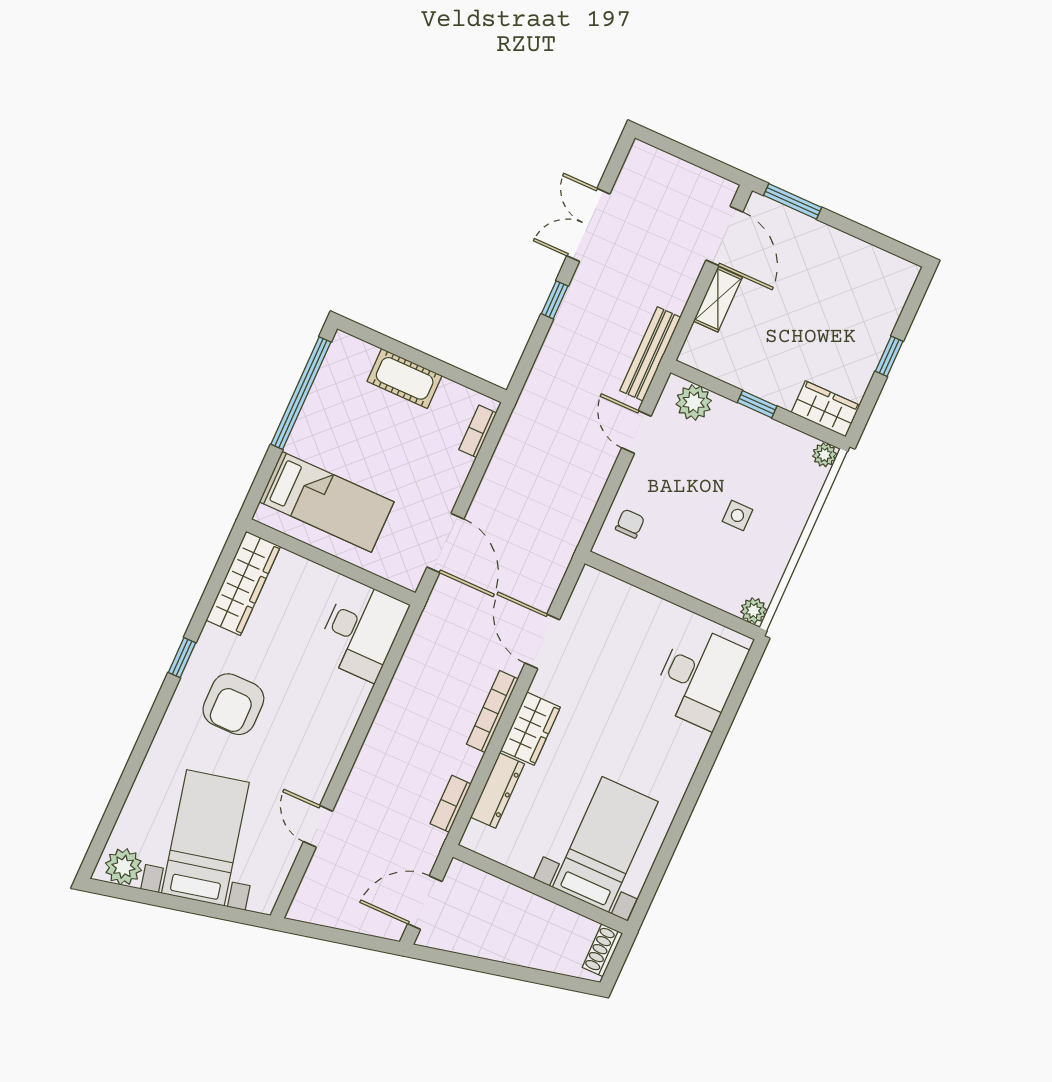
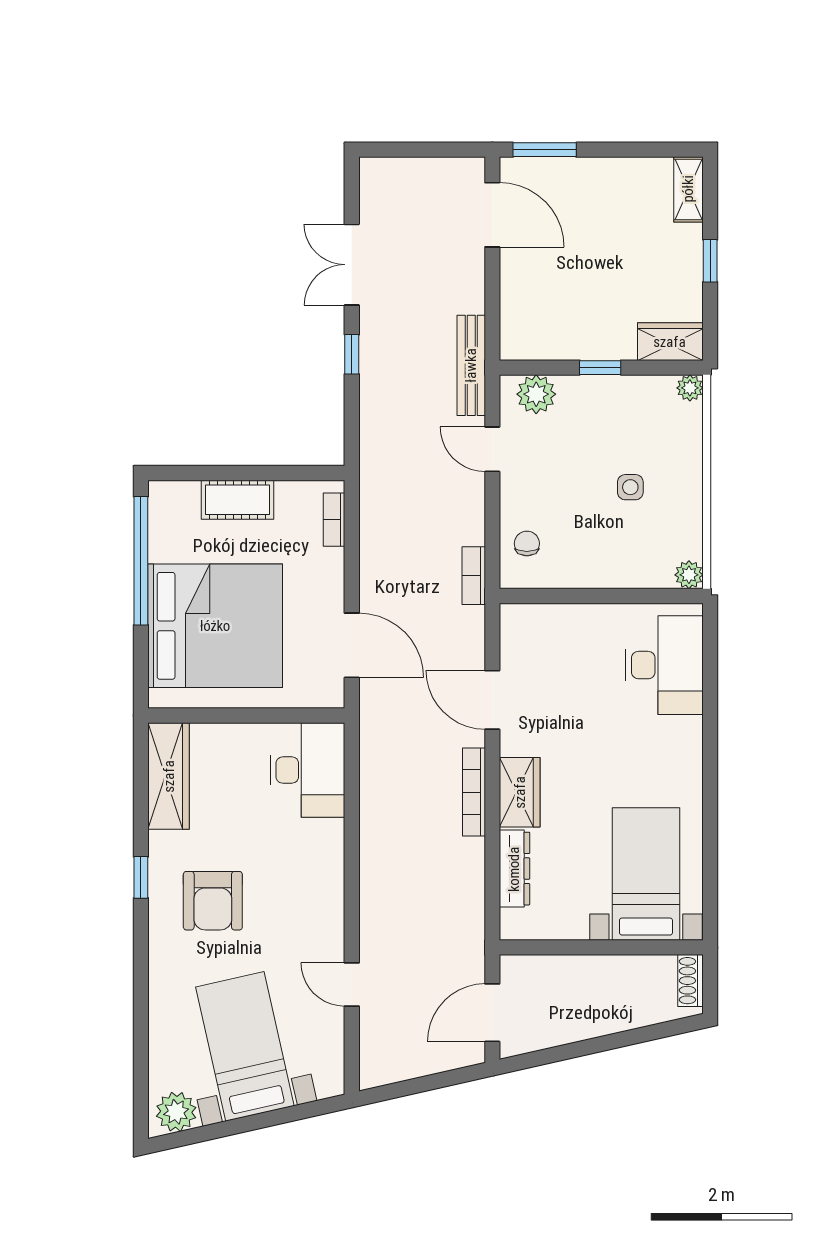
shelving: (718, 299) -> (688, 189), moved
bed: (327, 502) -> (215, 626), width x2.04
bookcase: (451, 804) -> (474, 576), moved

